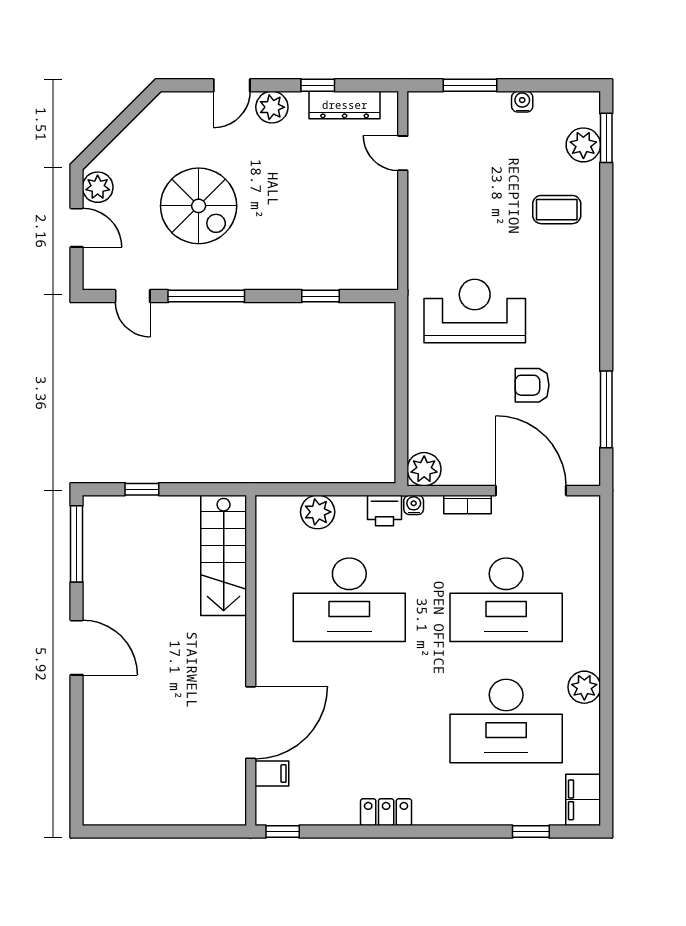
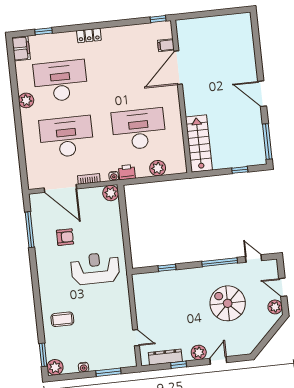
plant: (583, 145) -> (55, 367), moved
reception desk: (475, 311) -> (95, 268), turned 180
locker: (386, 812) -> (89, 35), moved

